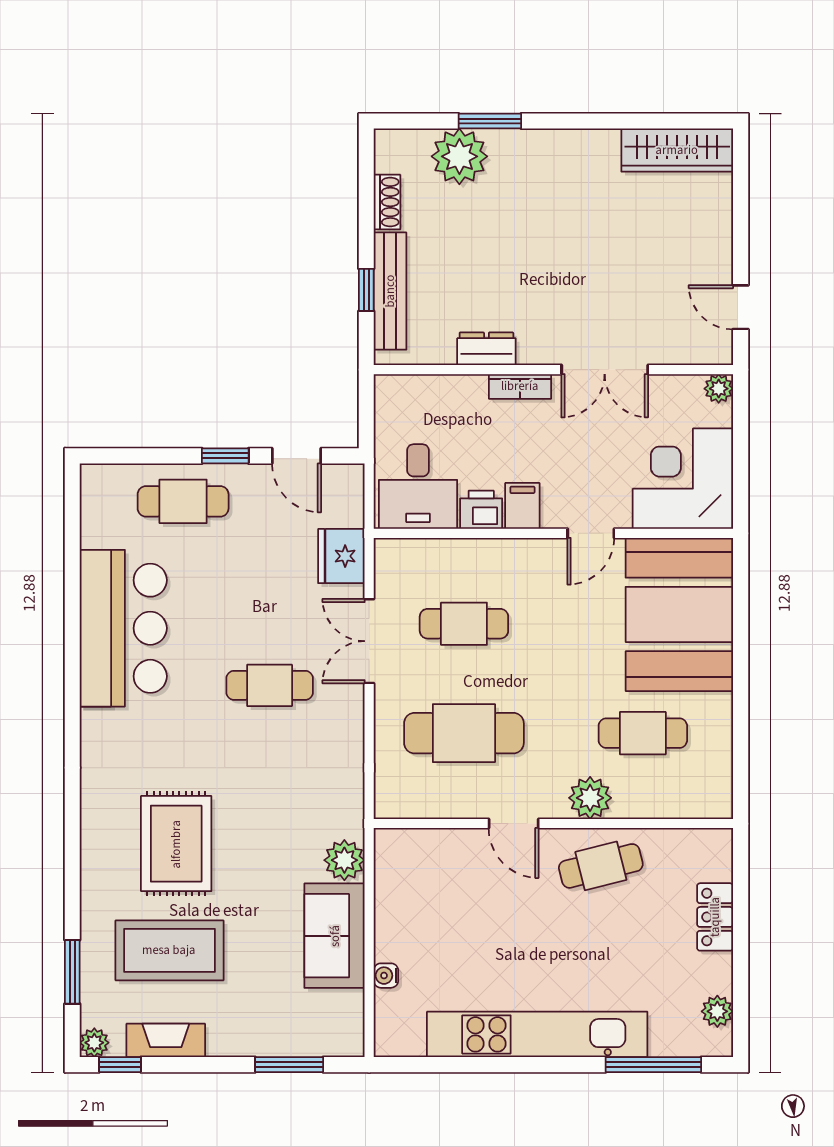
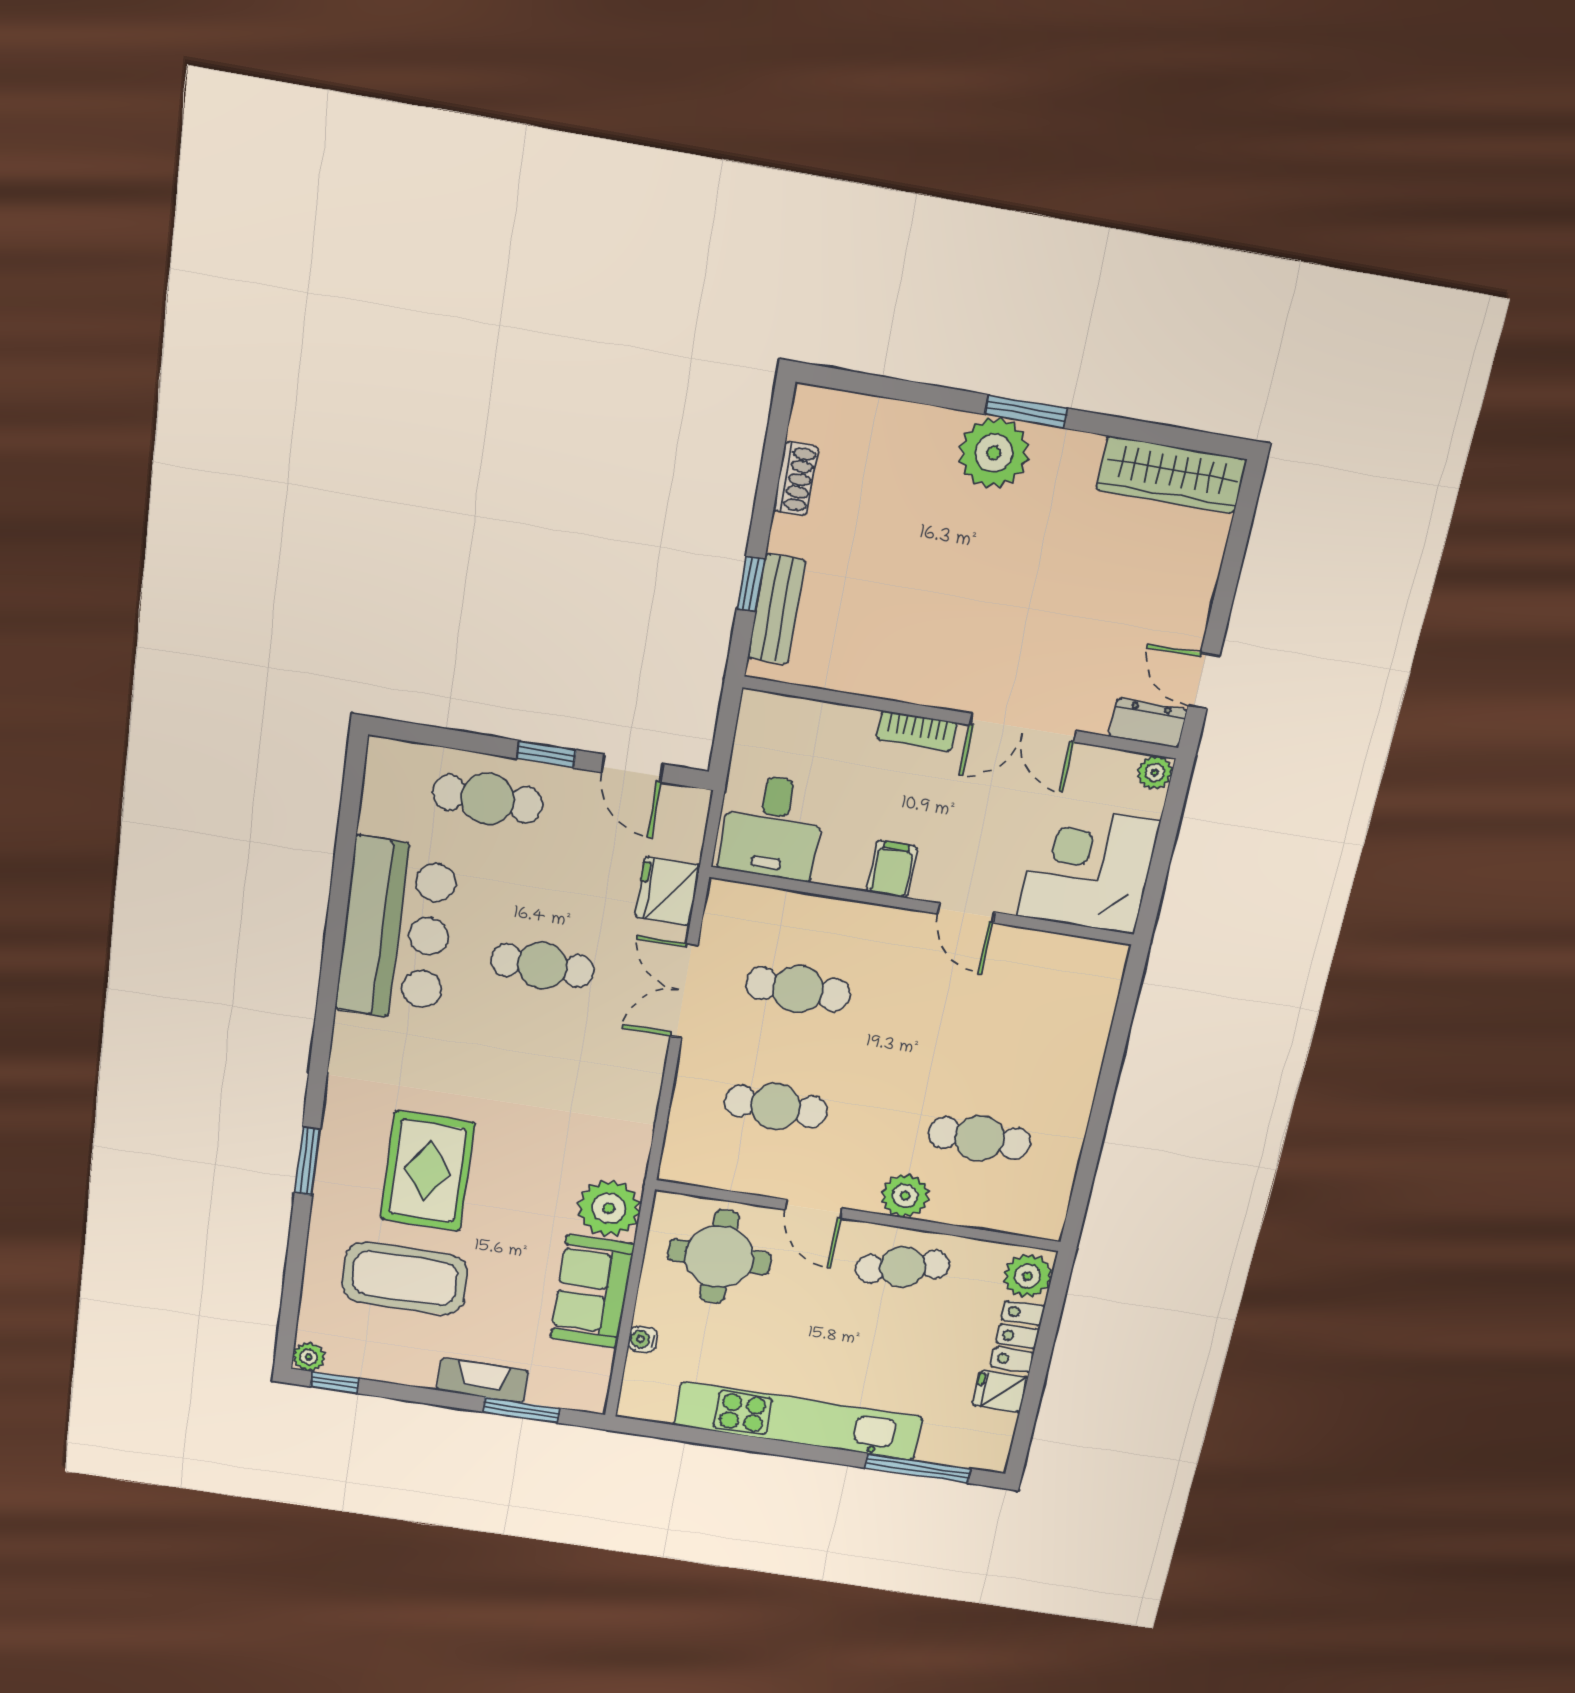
window: (490, 121) -> (1026, 411), moved
plant: (459, 156) -> (994, 453), moved
bench: (390, 291) -> (777, 609), width x0.73
dresser: (486, 349) -> (1148, 723), moved
printer: (481, 510) -> (843, 866), removed
door: (591, 533) -> (966, 913), hinge flipped
booth: (679, 614) -> (1050, 1018), removed
cafe table: (270, 685) -> (542, 966), moved
cafe table: (464, 733) -> (776, 1106), width x0.73, depth x0.74
plant: (344, 860) -> (609, 1208), width x1.36, depth x1.36
round table: (440, 883) -> (719, 1257), added
window: (72, 972) -> (307, 1161), moved
fridge: (711, 974) -> (1000, 1391), added
plant: (717, 1011) -> (1028, 1276), moved, width x1.38, depth x1.38
fireplace: (166, 1040) -> (483, 1380), moved

